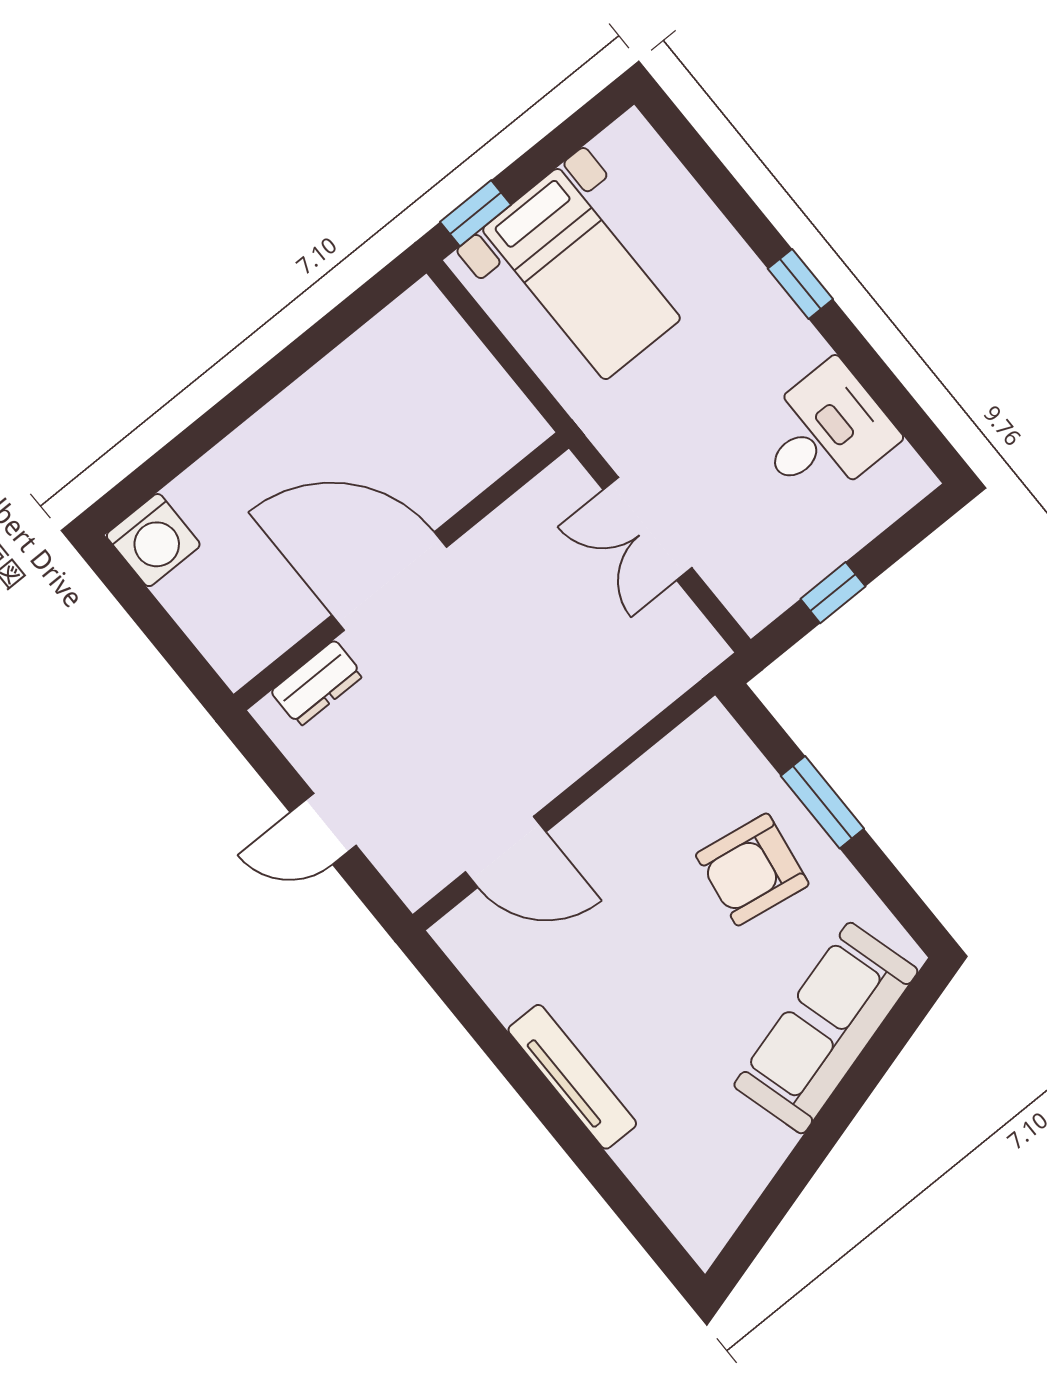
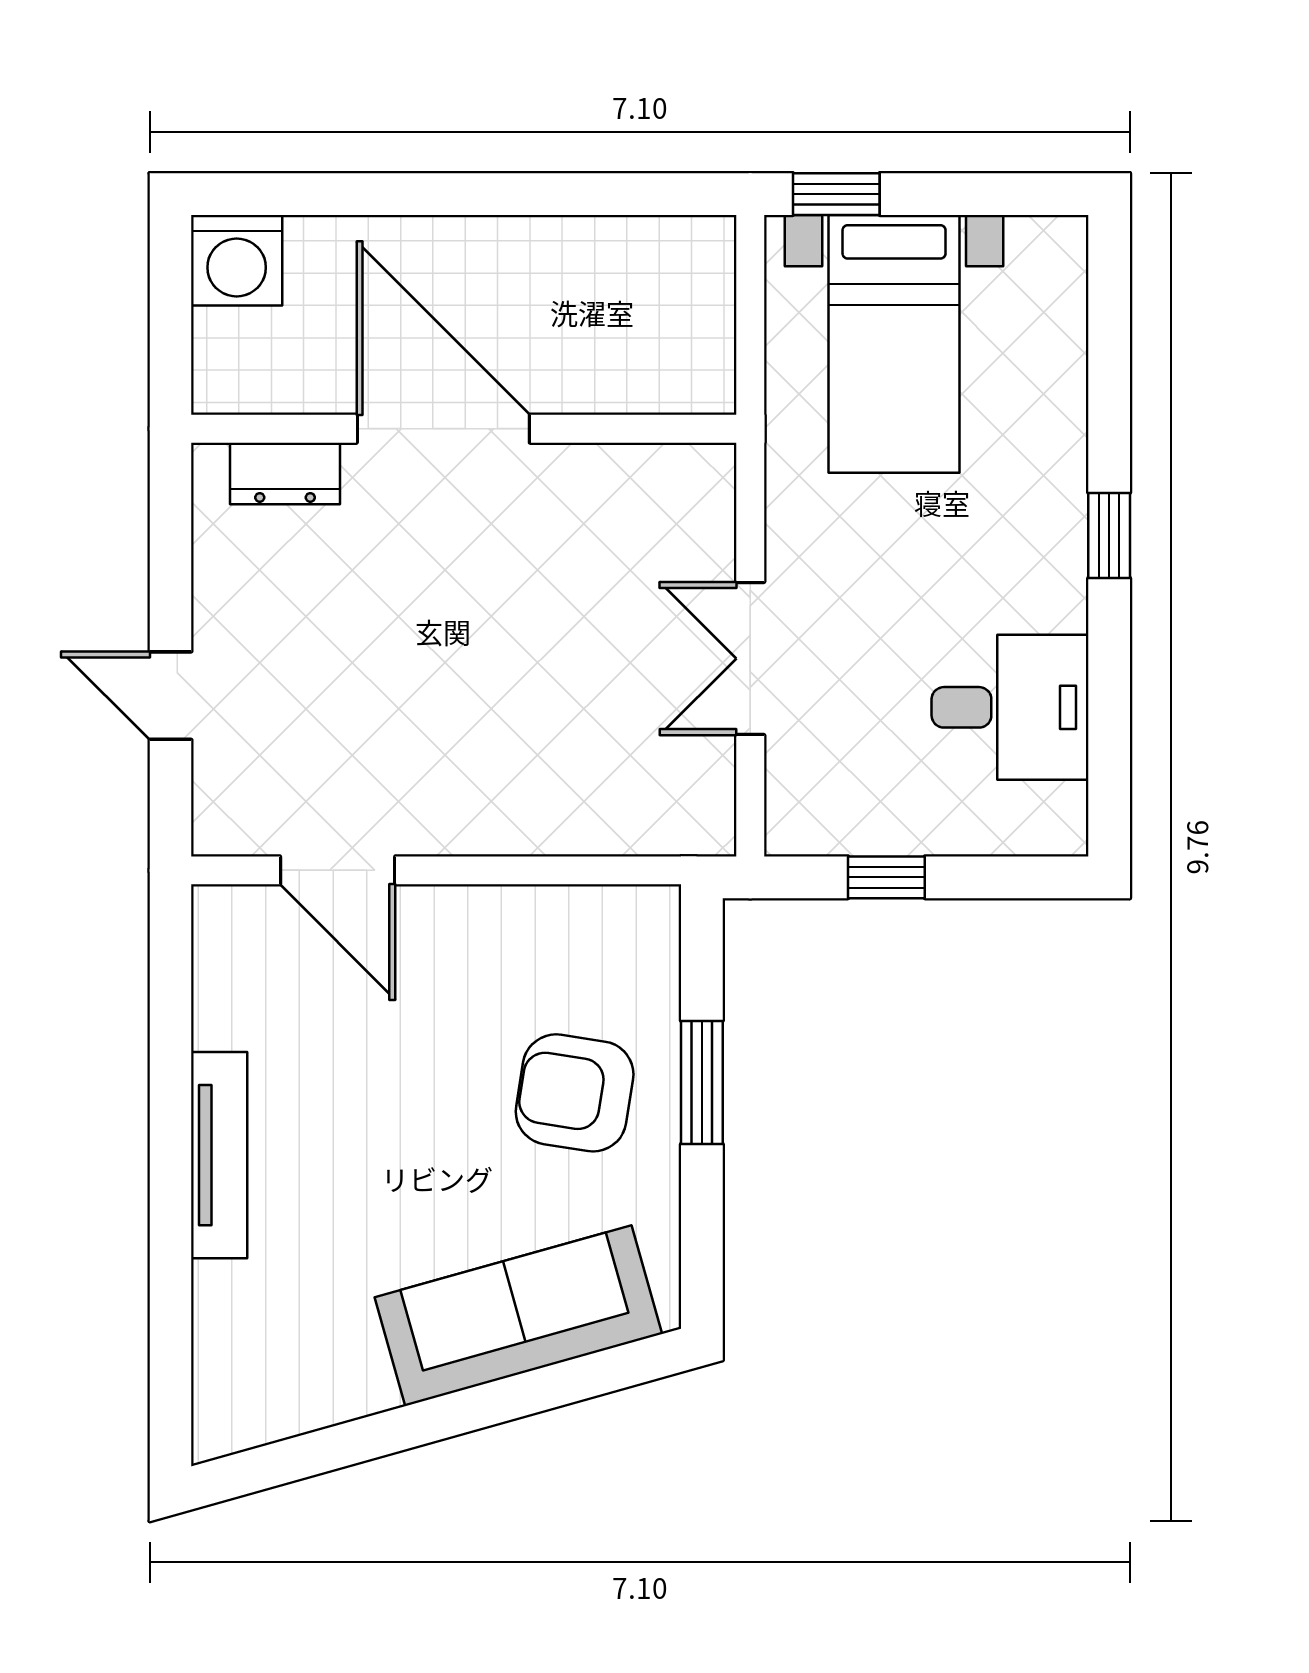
wall: (401, 571) -> (464, 429), moved
door: (389, 581) -> (443, 429), moved
dresser: (317, 683) -> (285, 473), moved

